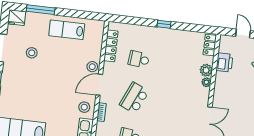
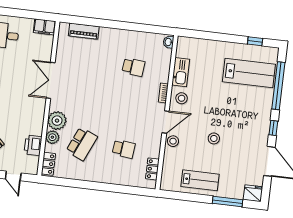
window: (164, 24) -> (97, 186), removed
locker: (111, 46) -> (152, 169), width x0.66
stool: (32, 53) -> (214, 138), moved
plant: (206, 82) -> (57, 121), width x1.88, depth x1.88
school desk: (134, 98) -> (82, 144), moved

